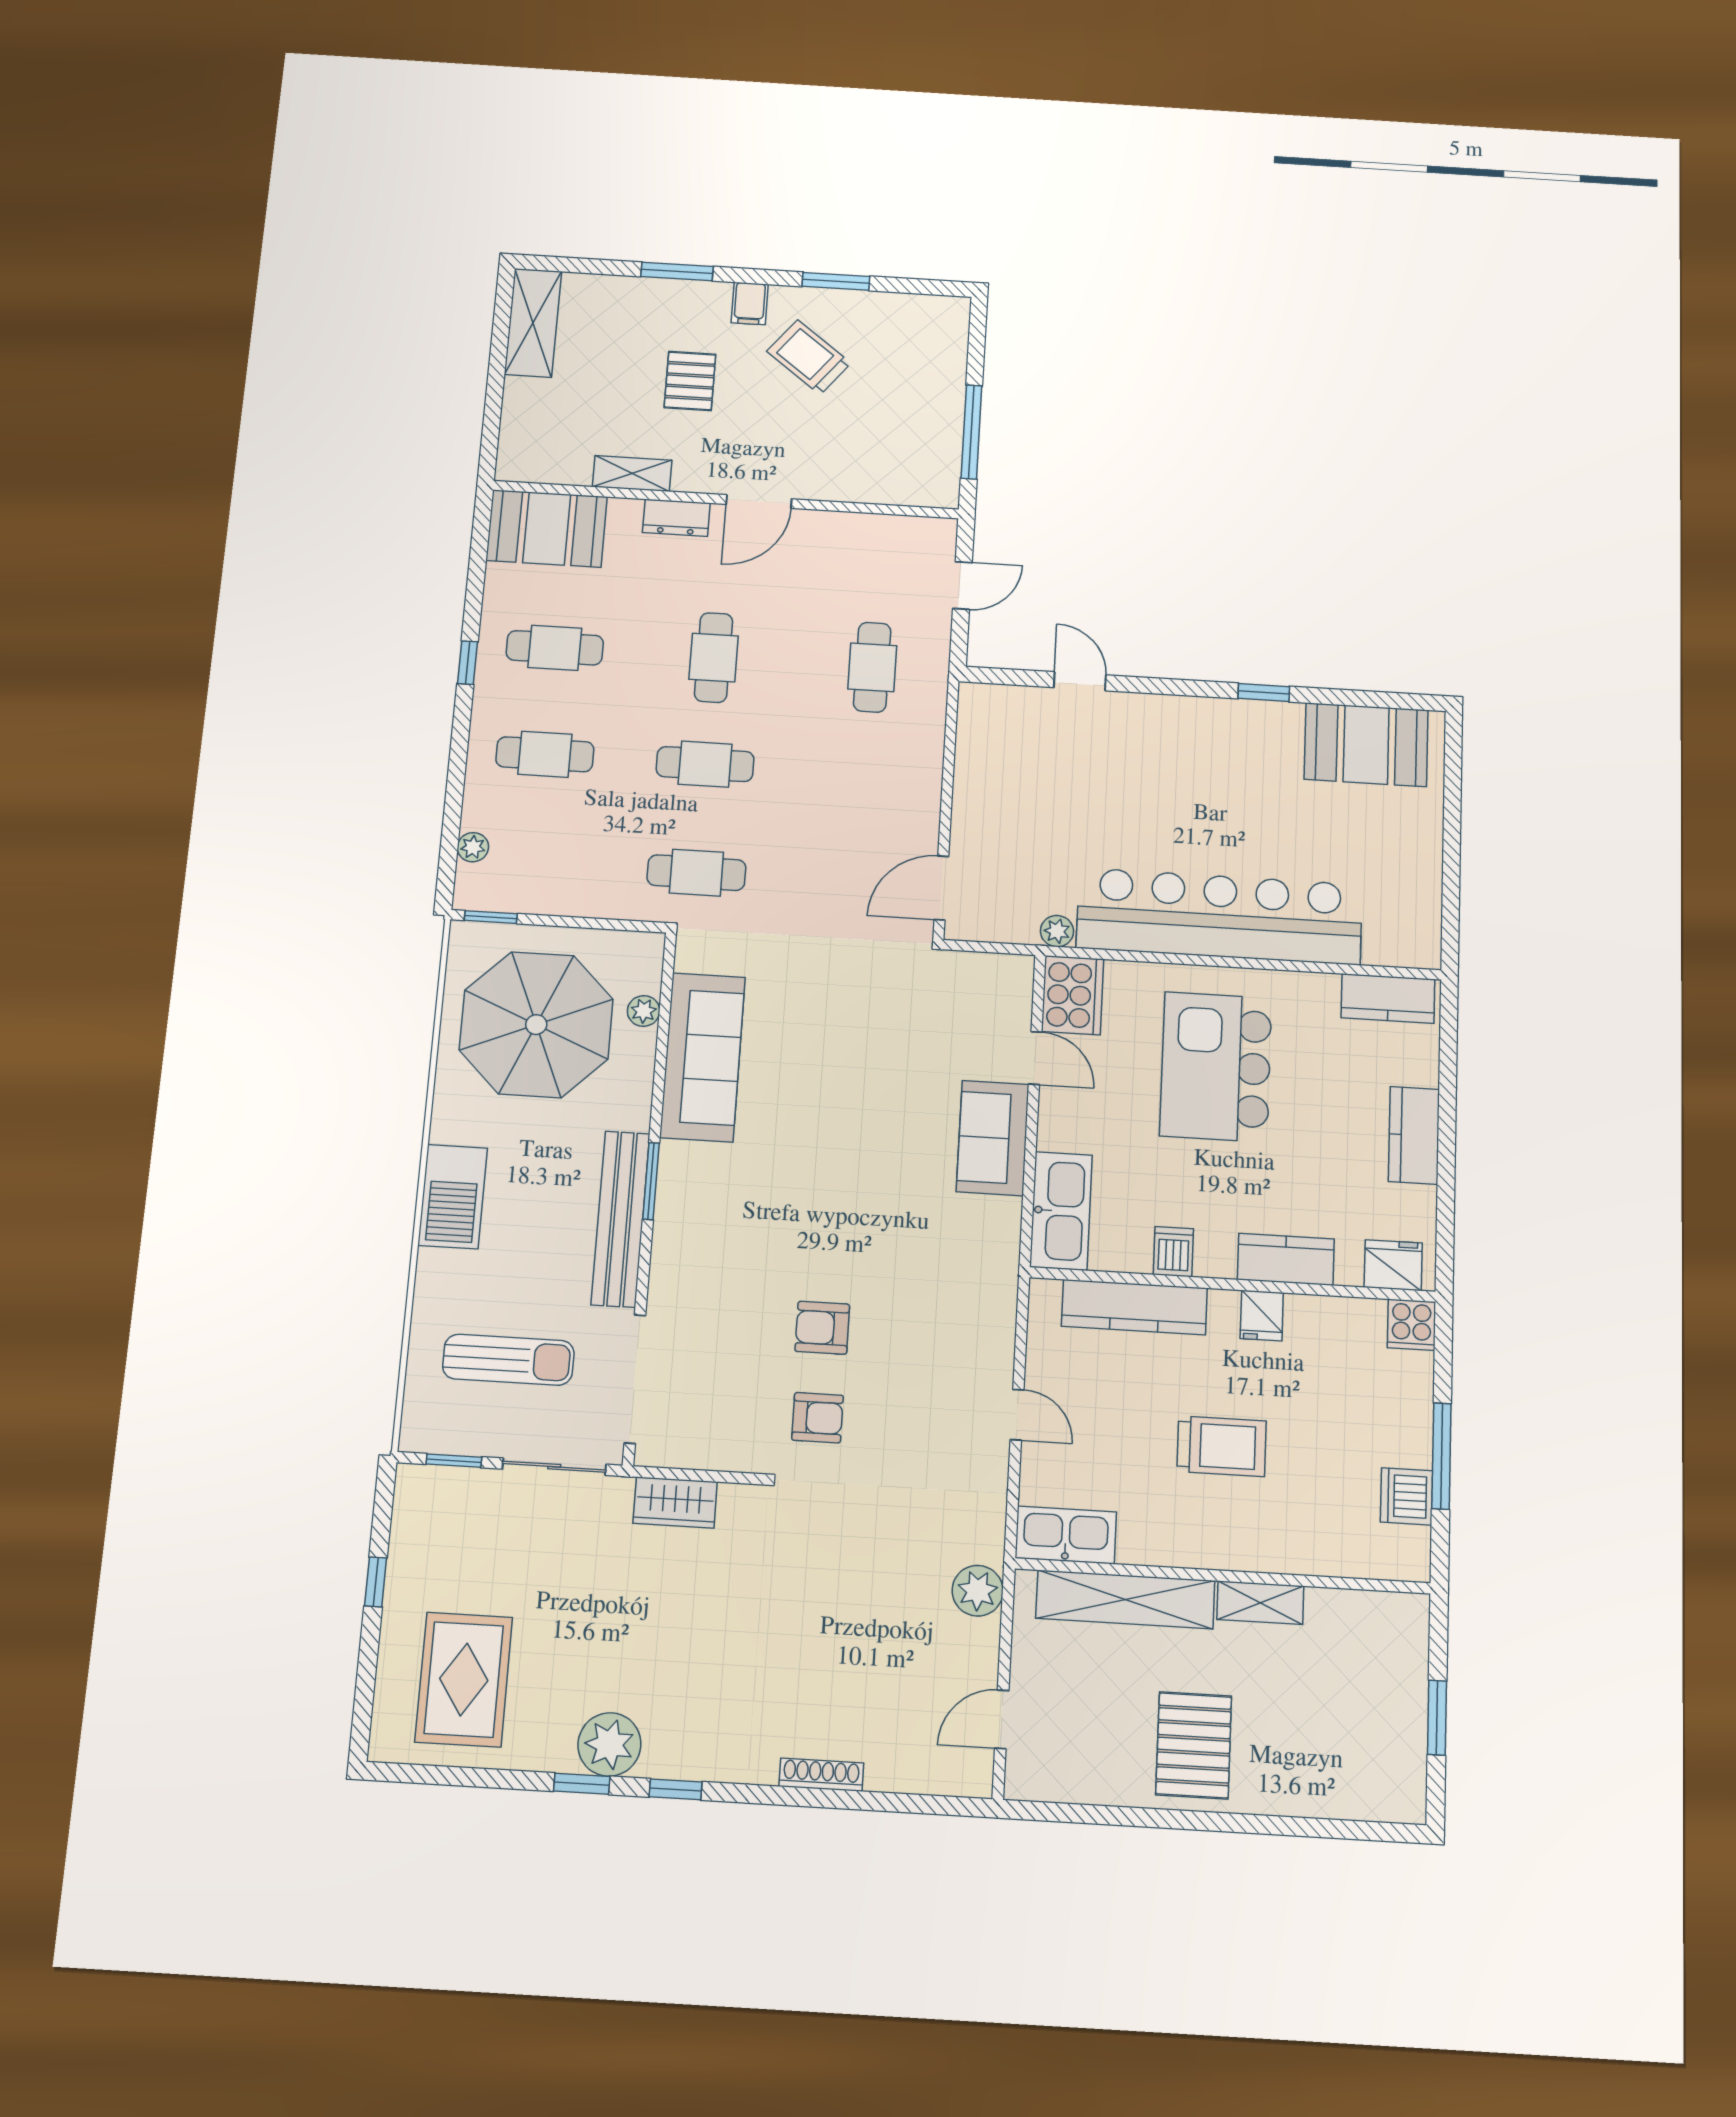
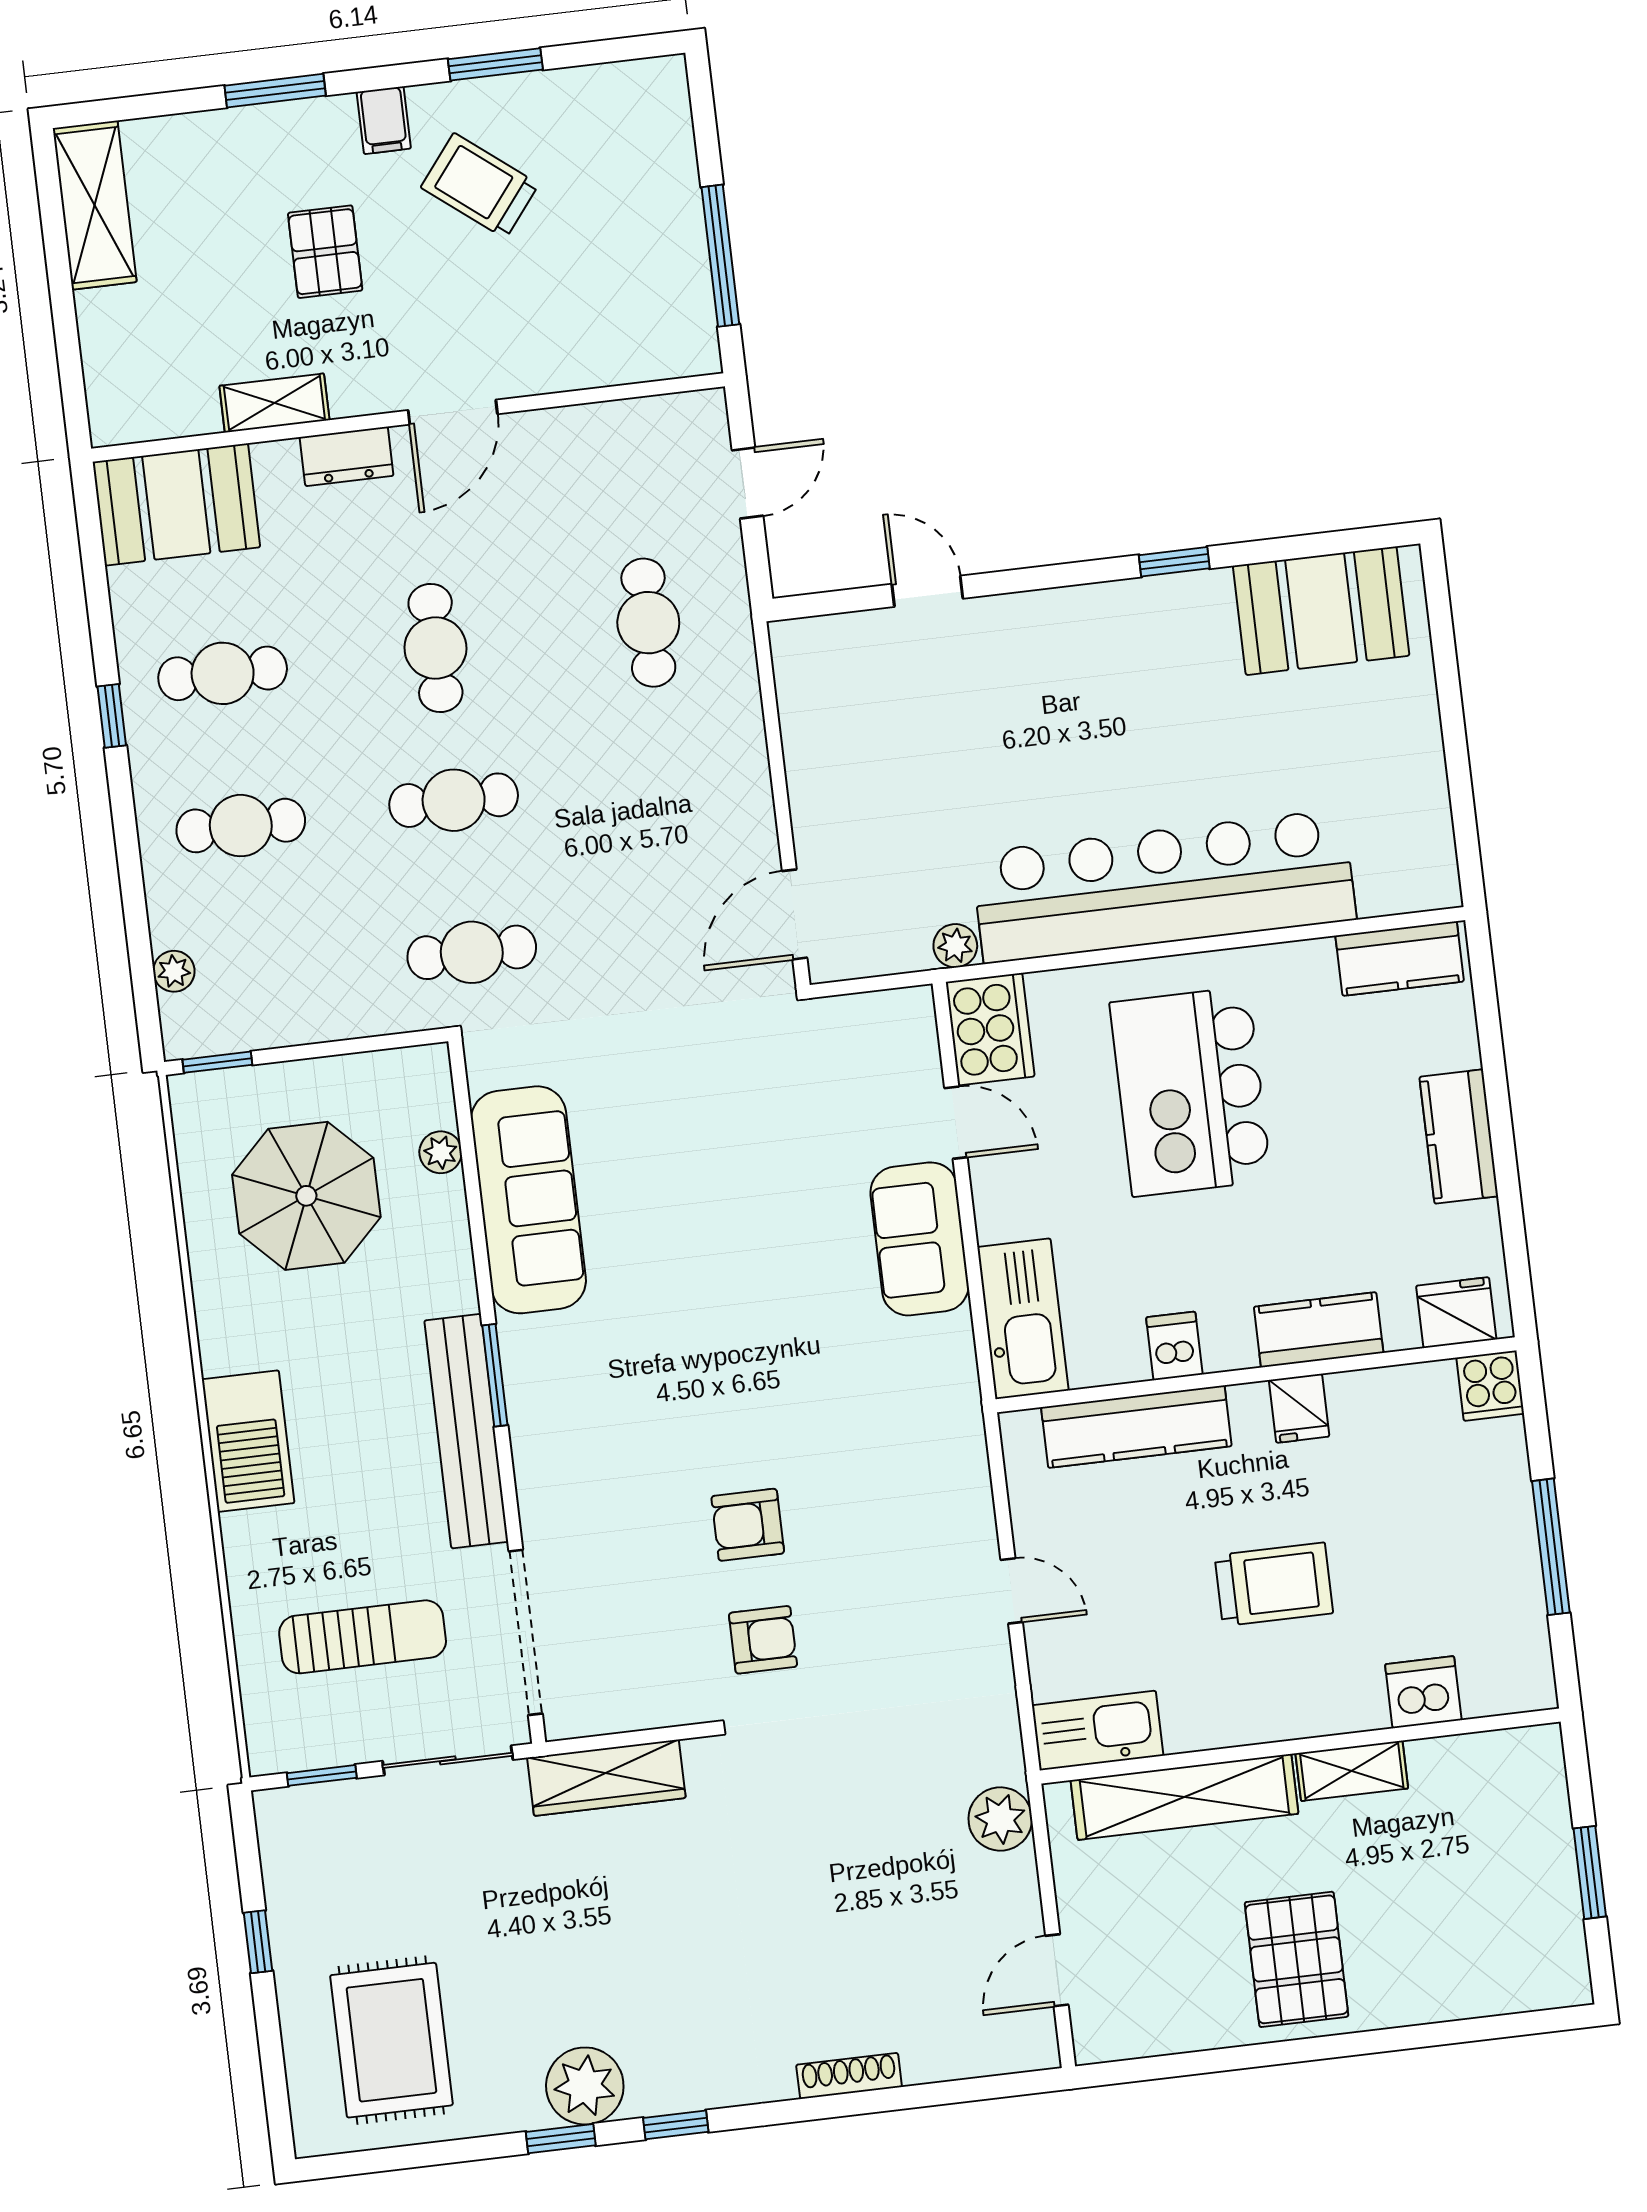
parasol: (536, 1025) -> (306, 1196), width x0.73, depth x0.73
dishwasher: (1407, 1496) -> (1423, 1692), moved, turned 90
wardrobe: (675, 1503) -> (606, 1778), width x1.50

